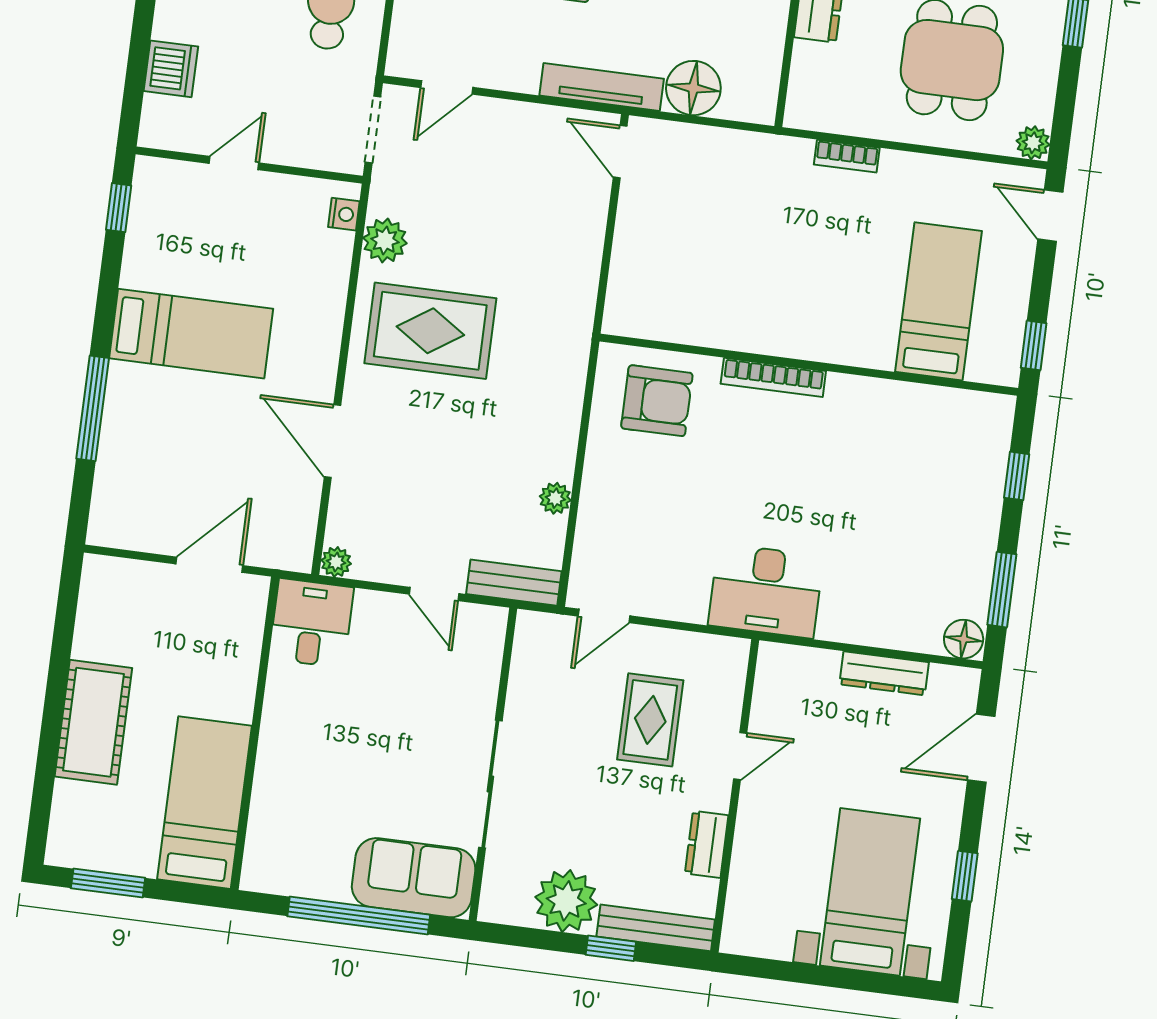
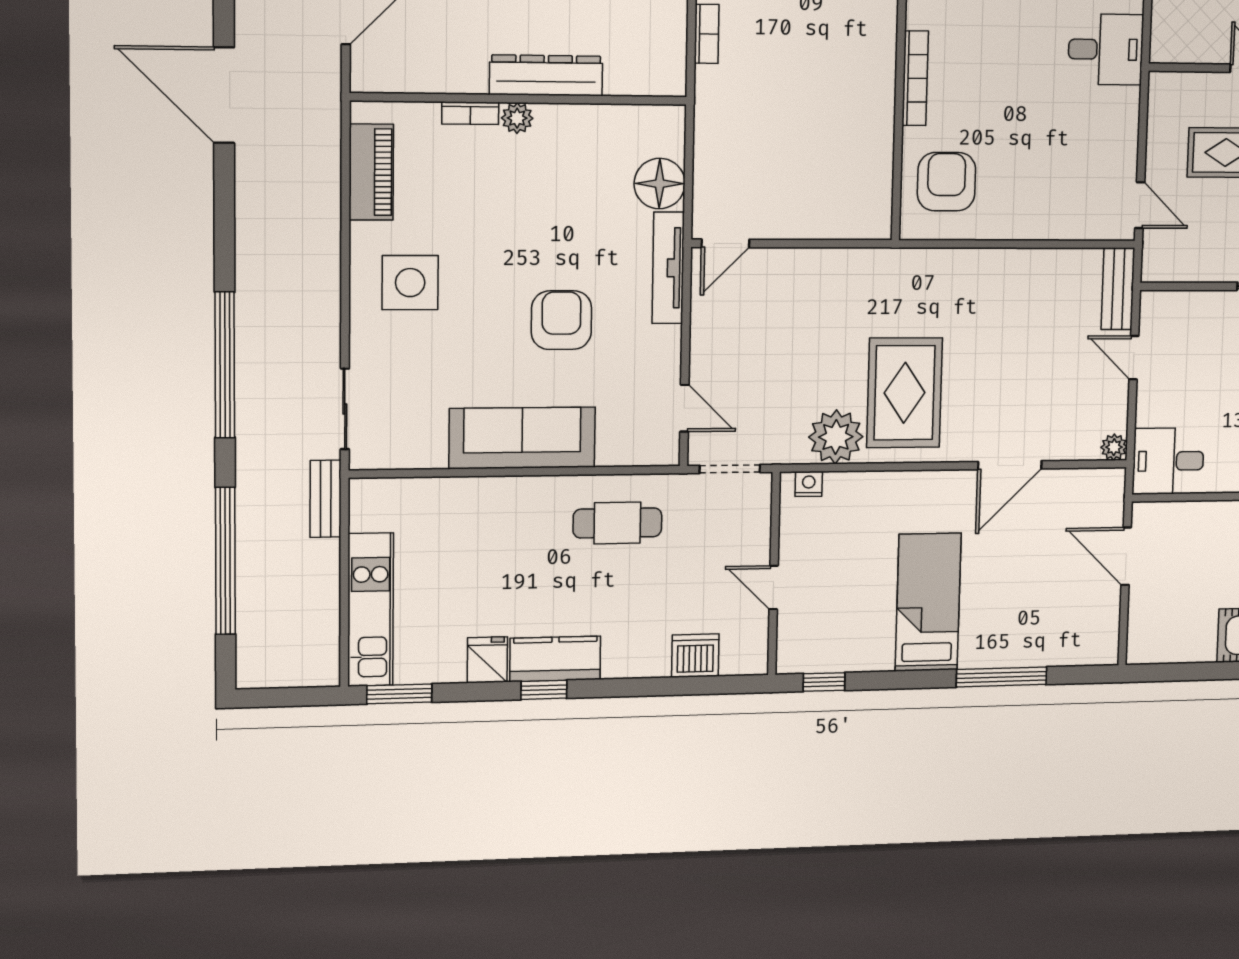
plant: (385, 240) -> (836, 437), width x1.36, depth x1.36
plant: (555, 498) -> (1041, 262), removed
desk: (766, 591) -> (1106, 49), width x0.73
door: (434, 594) -> (1134, 358), swing flipped

